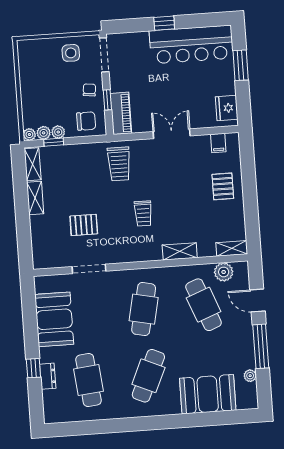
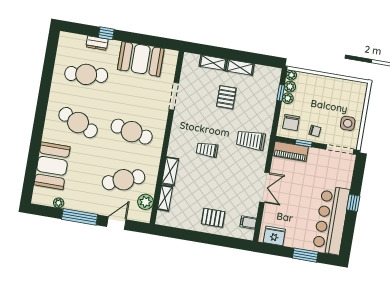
shelving: (33, 164) -> (213, 63), moved
pallet: (84, 225) -> (226, 97), moved
shelving: (232, 248) -> (165, 198), moved

